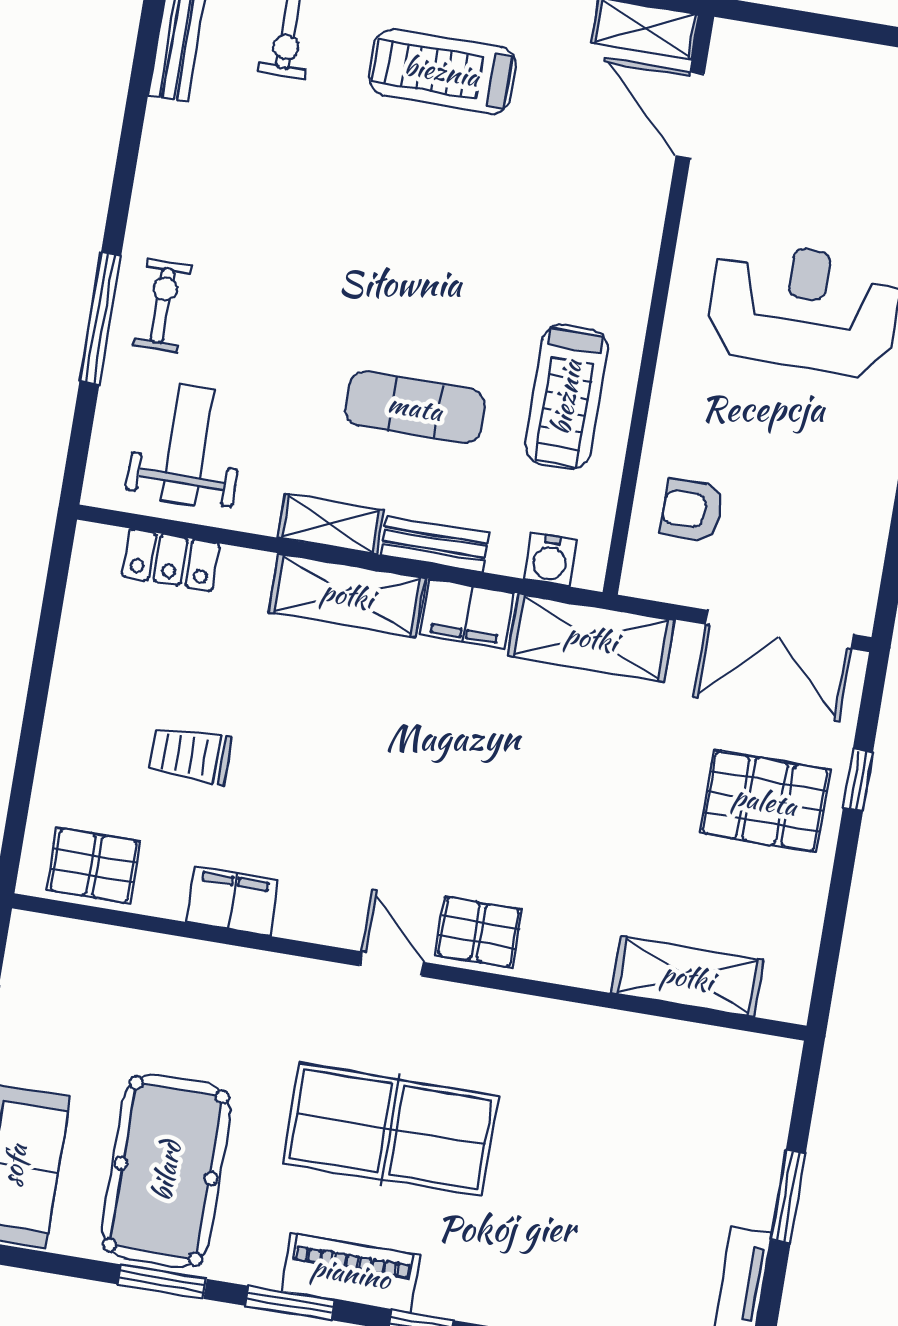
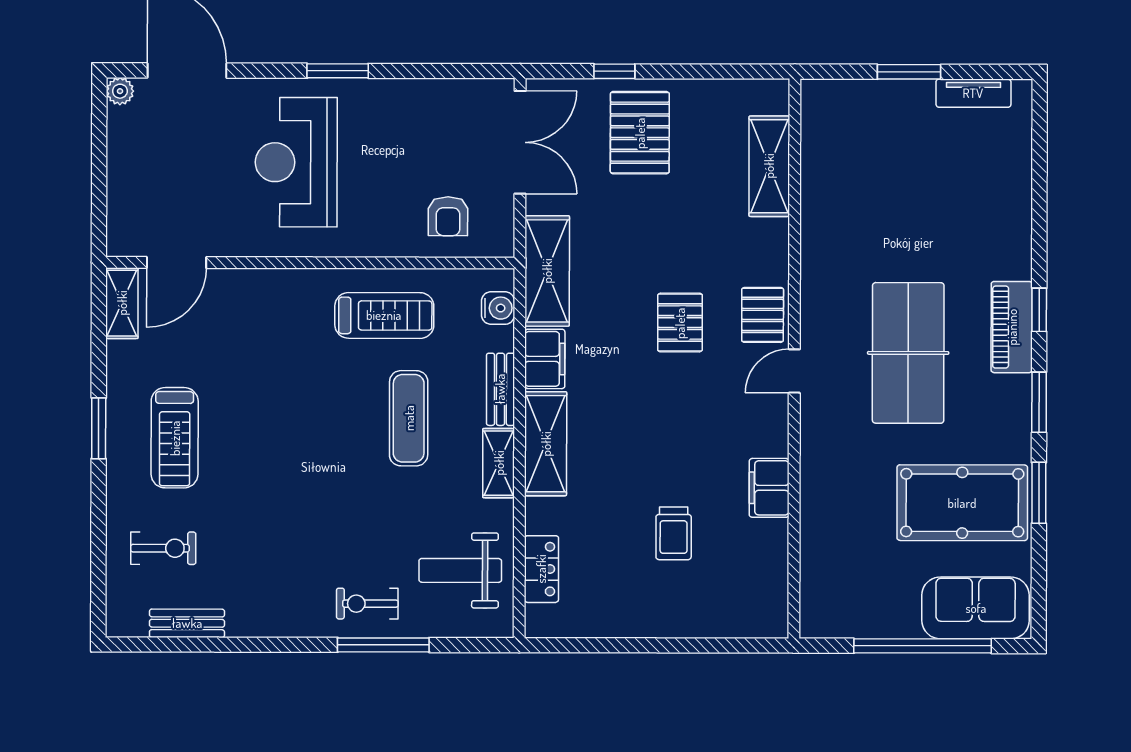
pallet: (94, 866) -> (680, 323), moved
piano: (351, 1273) -> (1012, 327), moved

